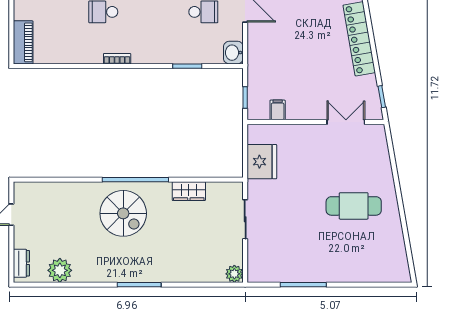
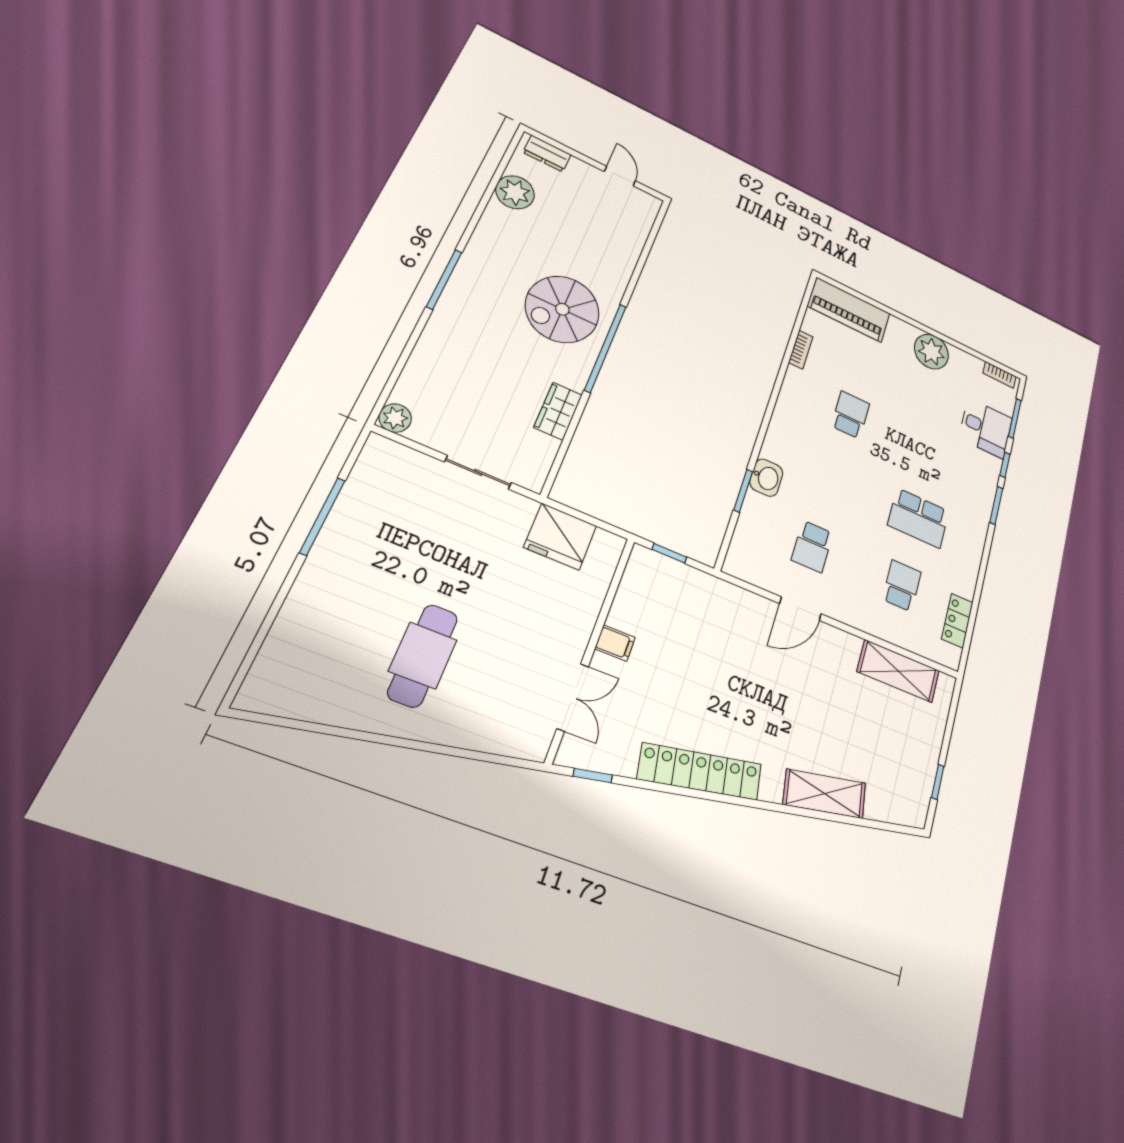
piano: (23, 42) -> (849, 310), width x1.37, depth x1.33
washbasin: (233, 53) -> (766, 478), moved, turned 90
bookcase: (117, 59) -> (801, 350), moved
filing cabinet: (278, 110) -> (615, 643), moved

